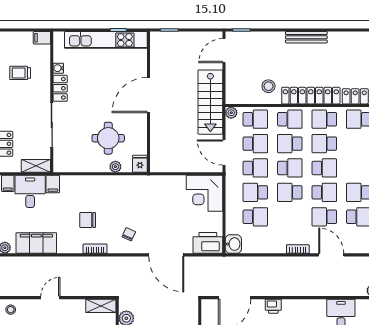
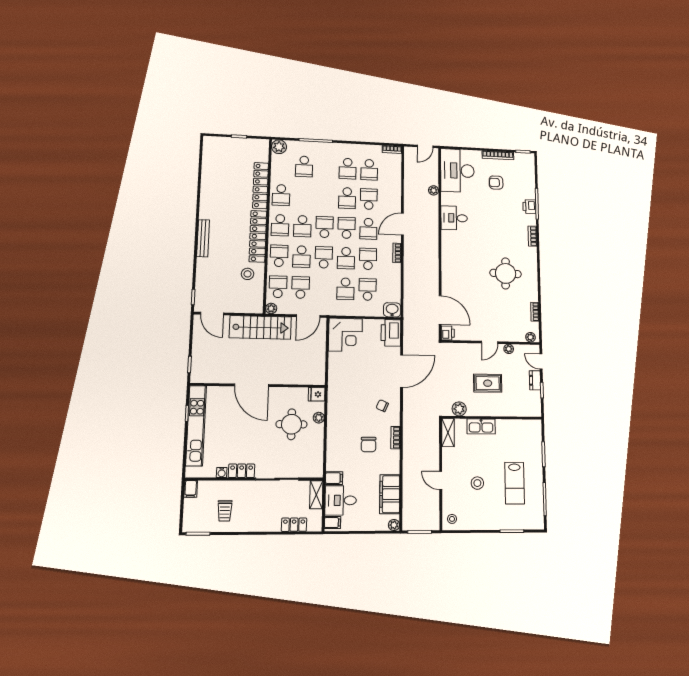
school desk: (255, 168) -> (368, 259), moved
printer: (273, 306) -> (448, 333), moved

